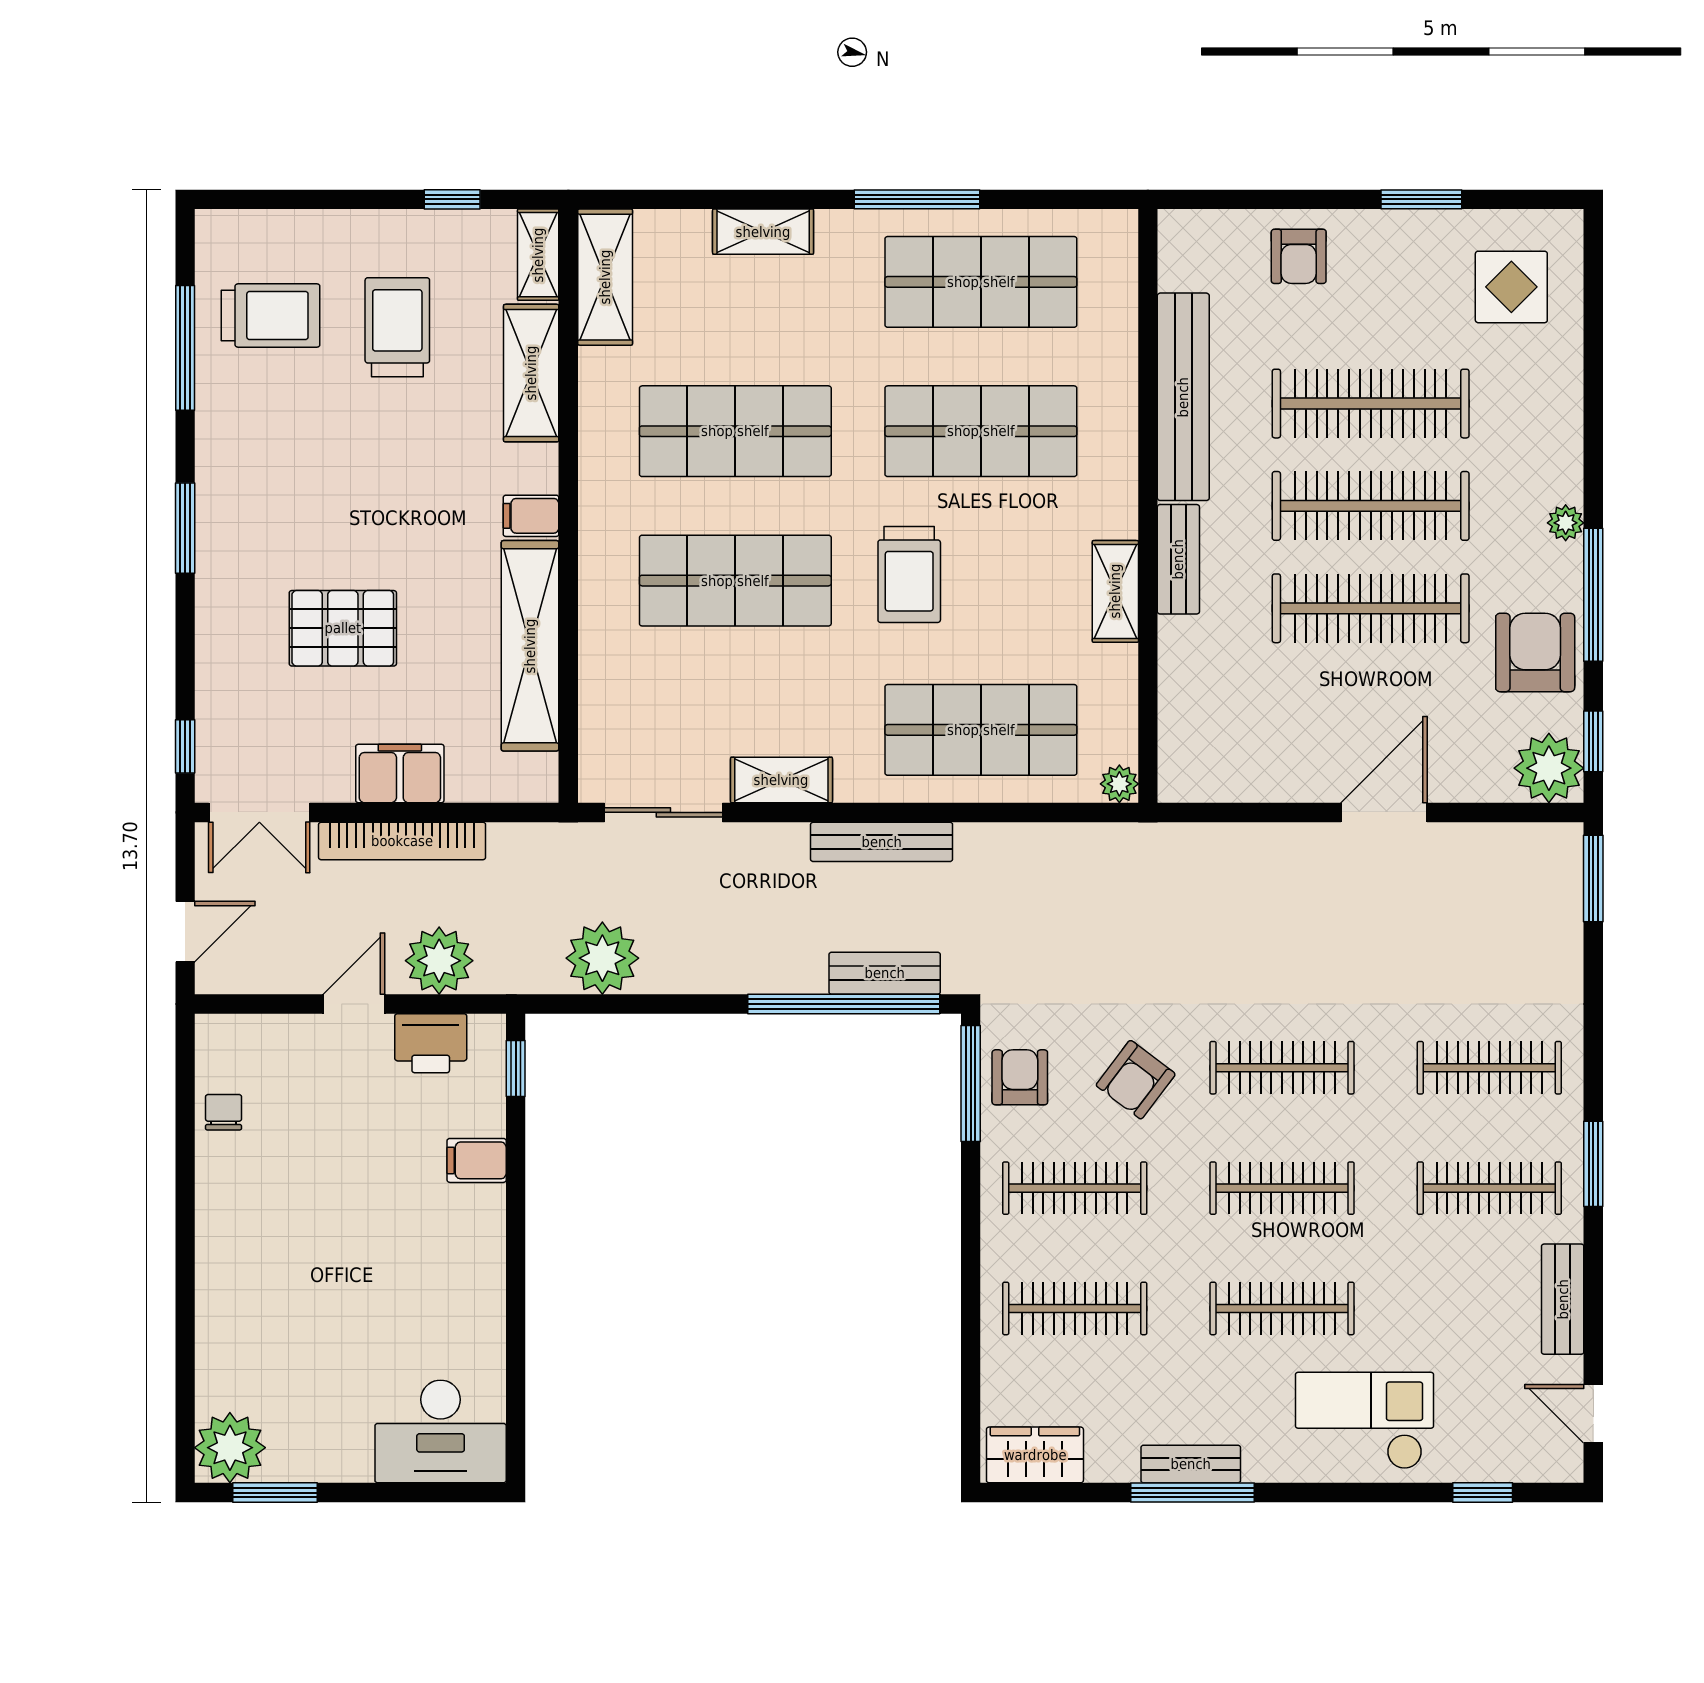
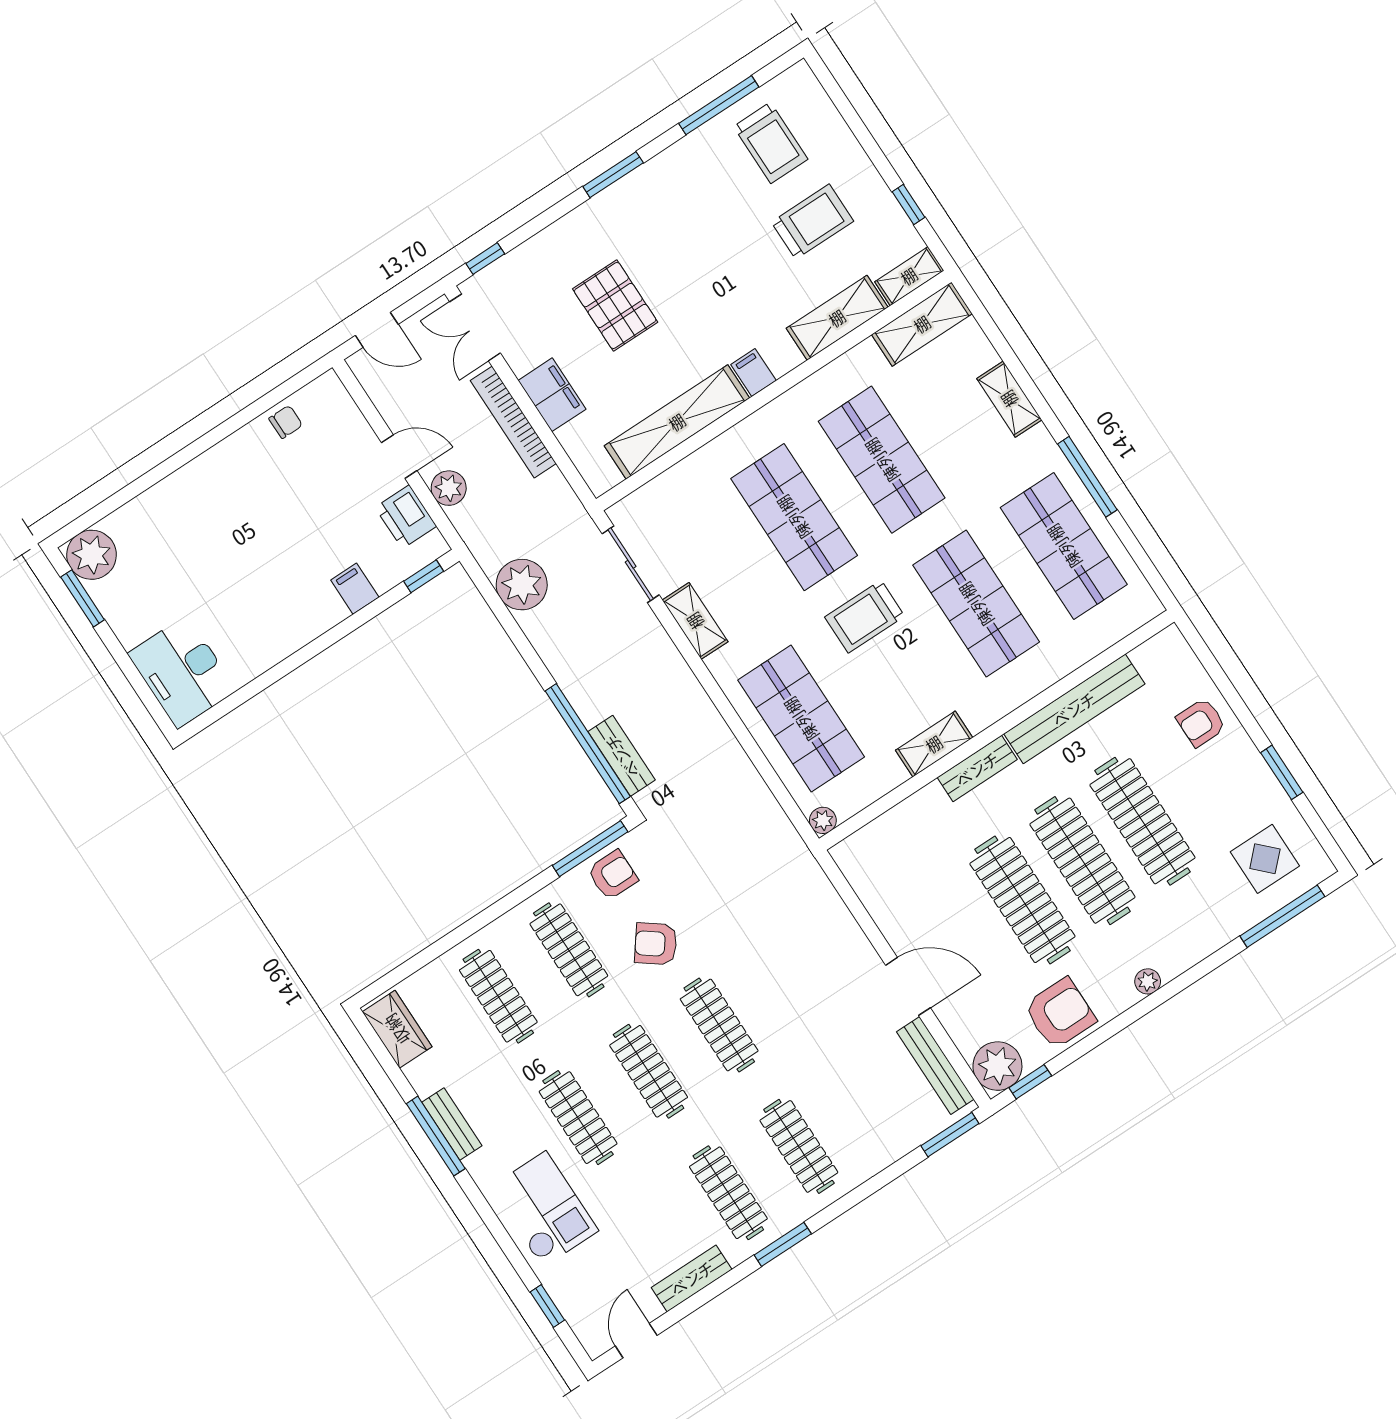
window: (1593, 595) -> (1282, 916), moved
bench: (882, 842) -> (935, 1066), moved
plant: (439, 961) -> (449, 488), width x0.73, depth x0.73

